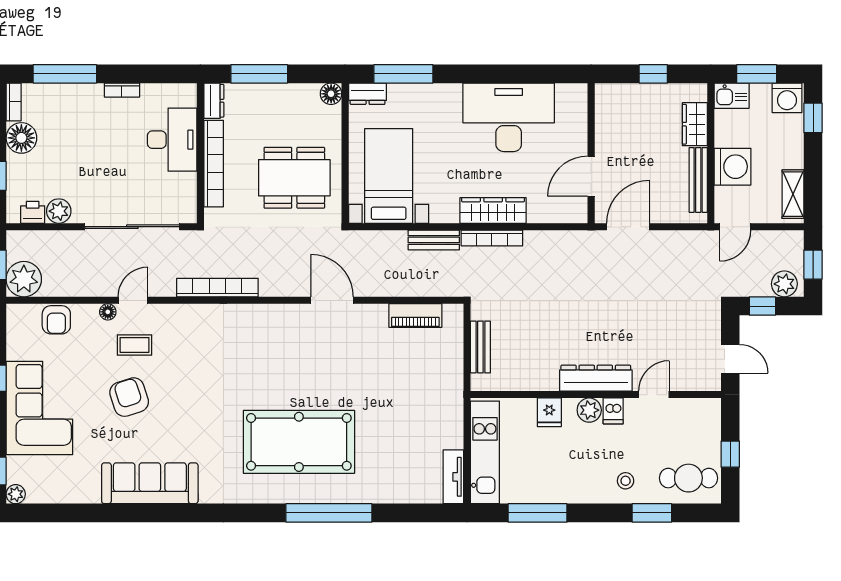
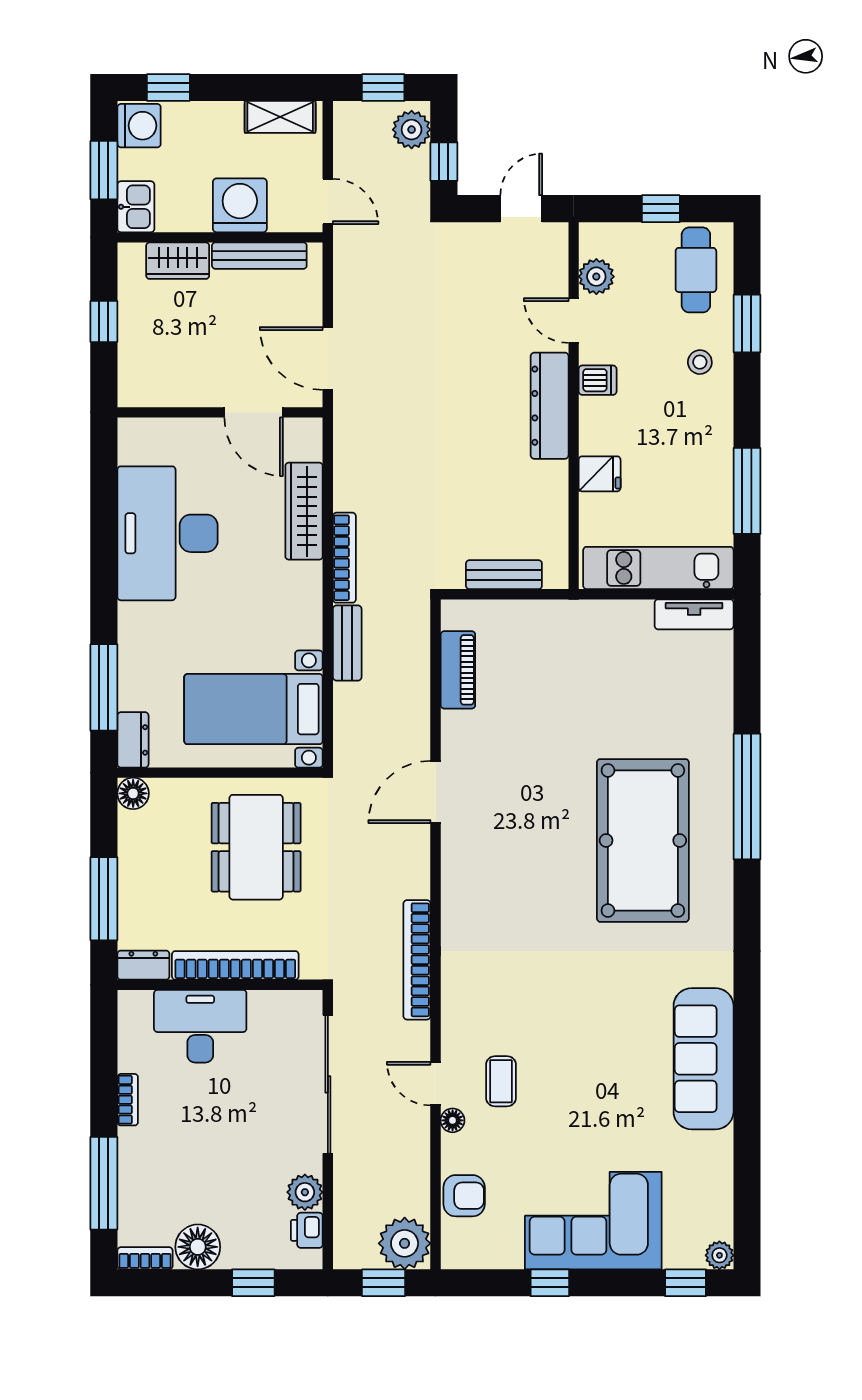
wardrobe: (493, 210) -> (304, 511), moved
armchair: (129, 397) -> (577, 1089), removed
plant: (589, 410) -> (596, 277), moved

